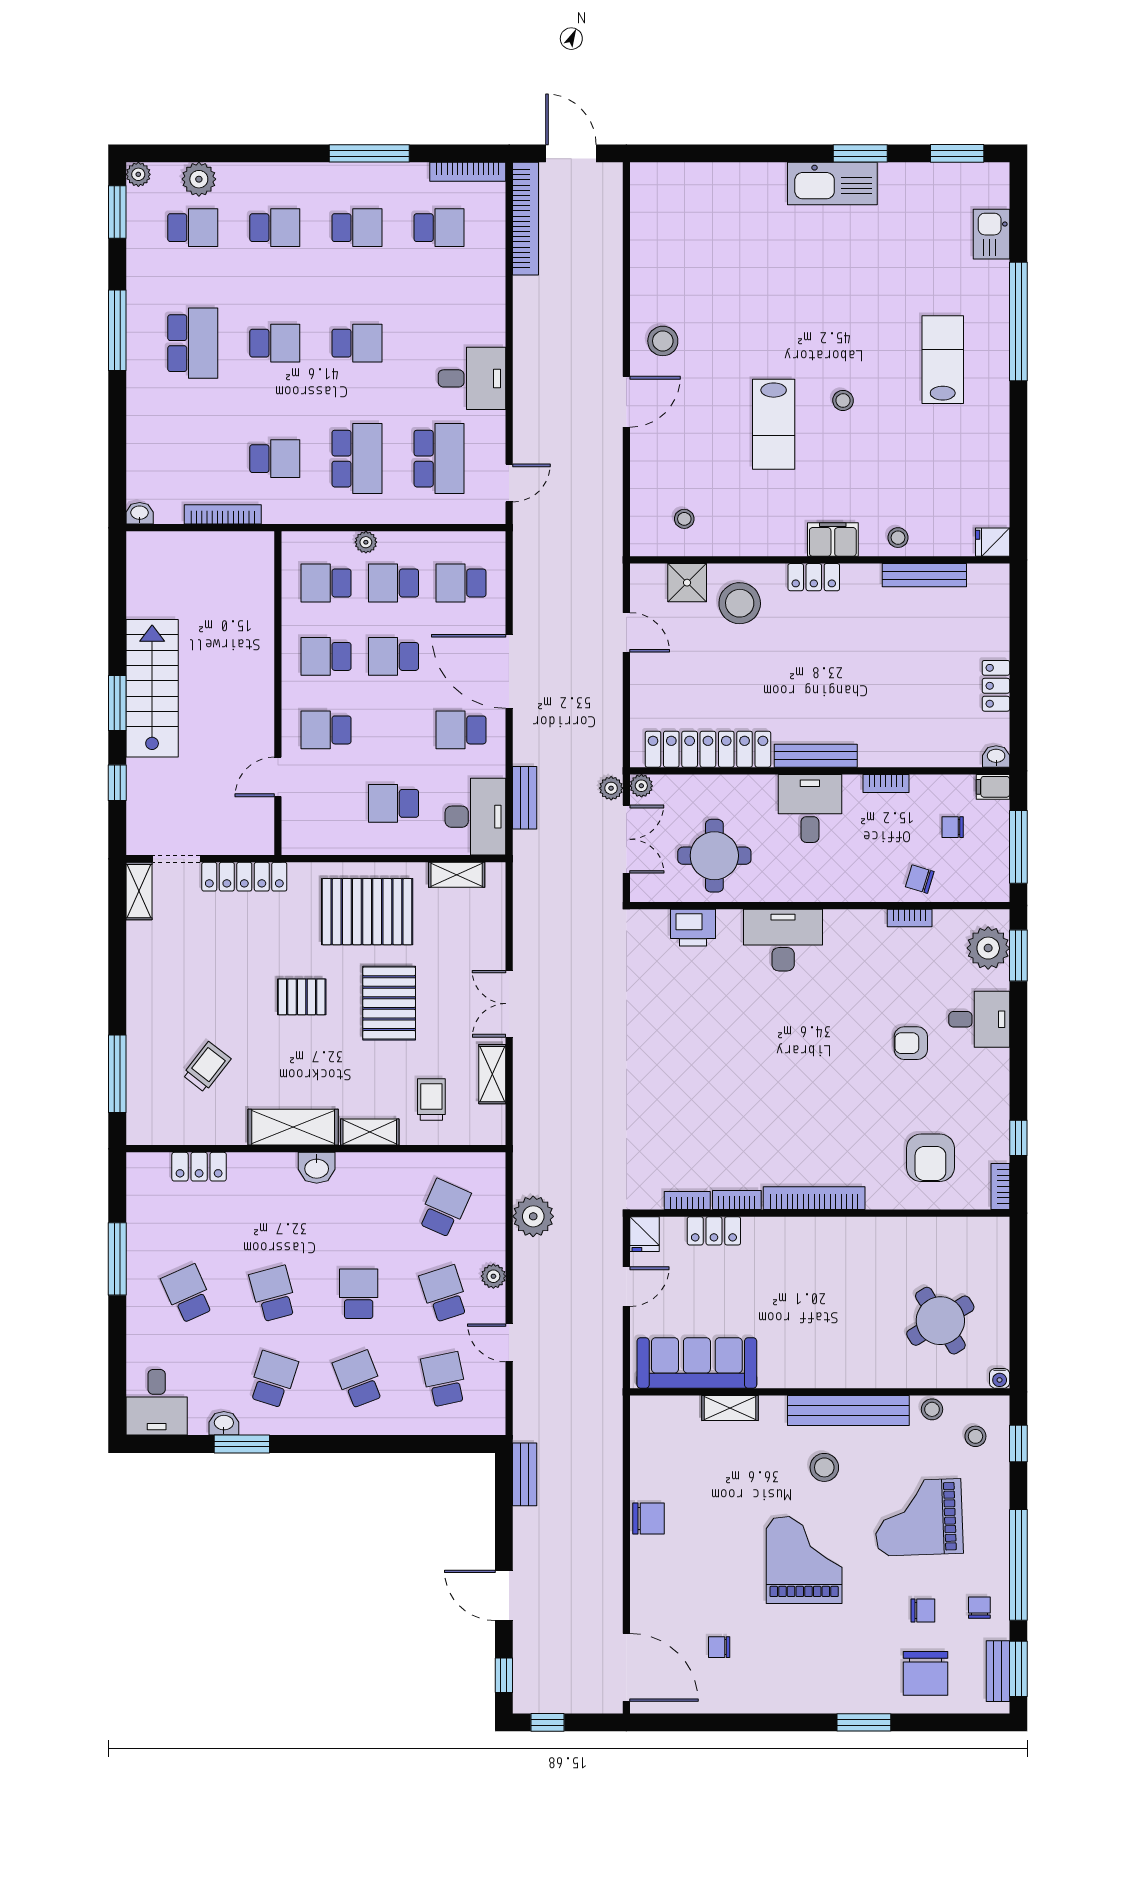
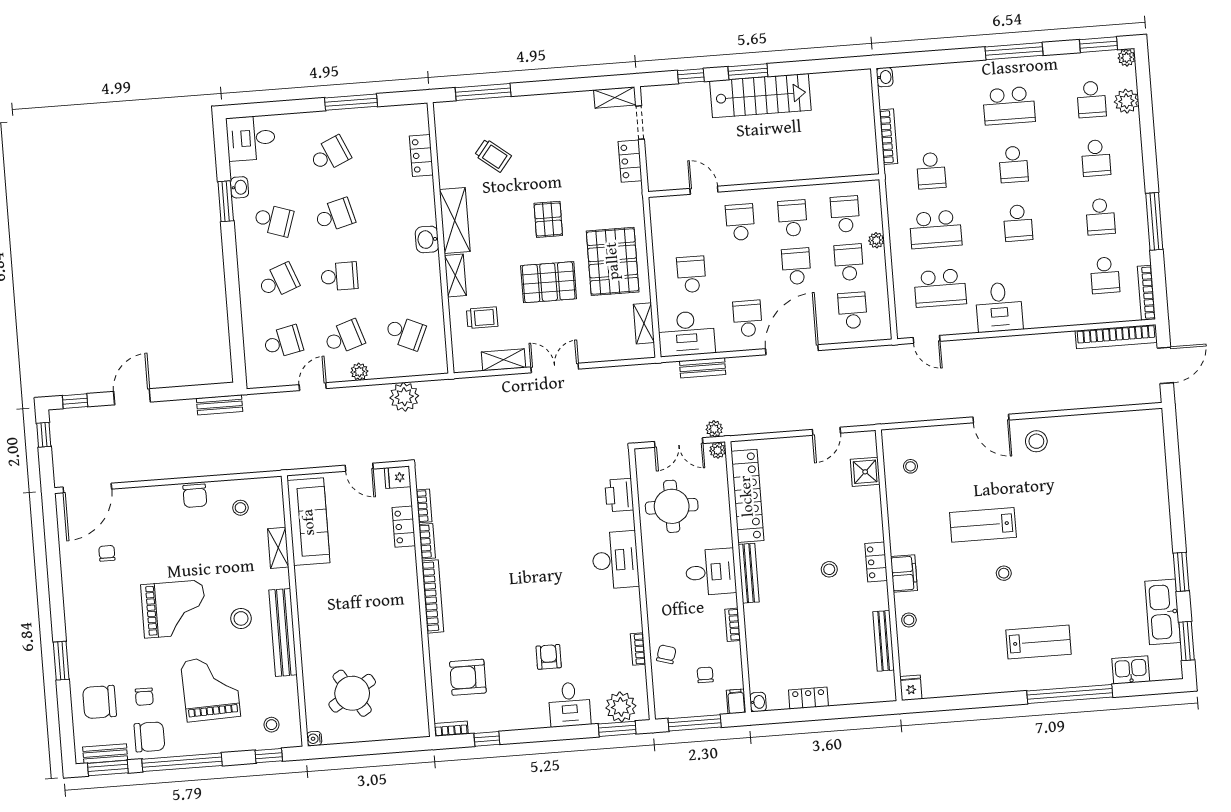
kitchen sink: (832, 184) -> (1163, 612), moved
stool: (740, 603) -> (829, 569), moved, width x0.53, depth x0.53
locker: (244, 877) -> (630, 161), width x0.66
stool: (932, 1409) -> (240, 508), moved
chair: (979, 1608) -> (149, 737), width x1.87, depth x1.87

